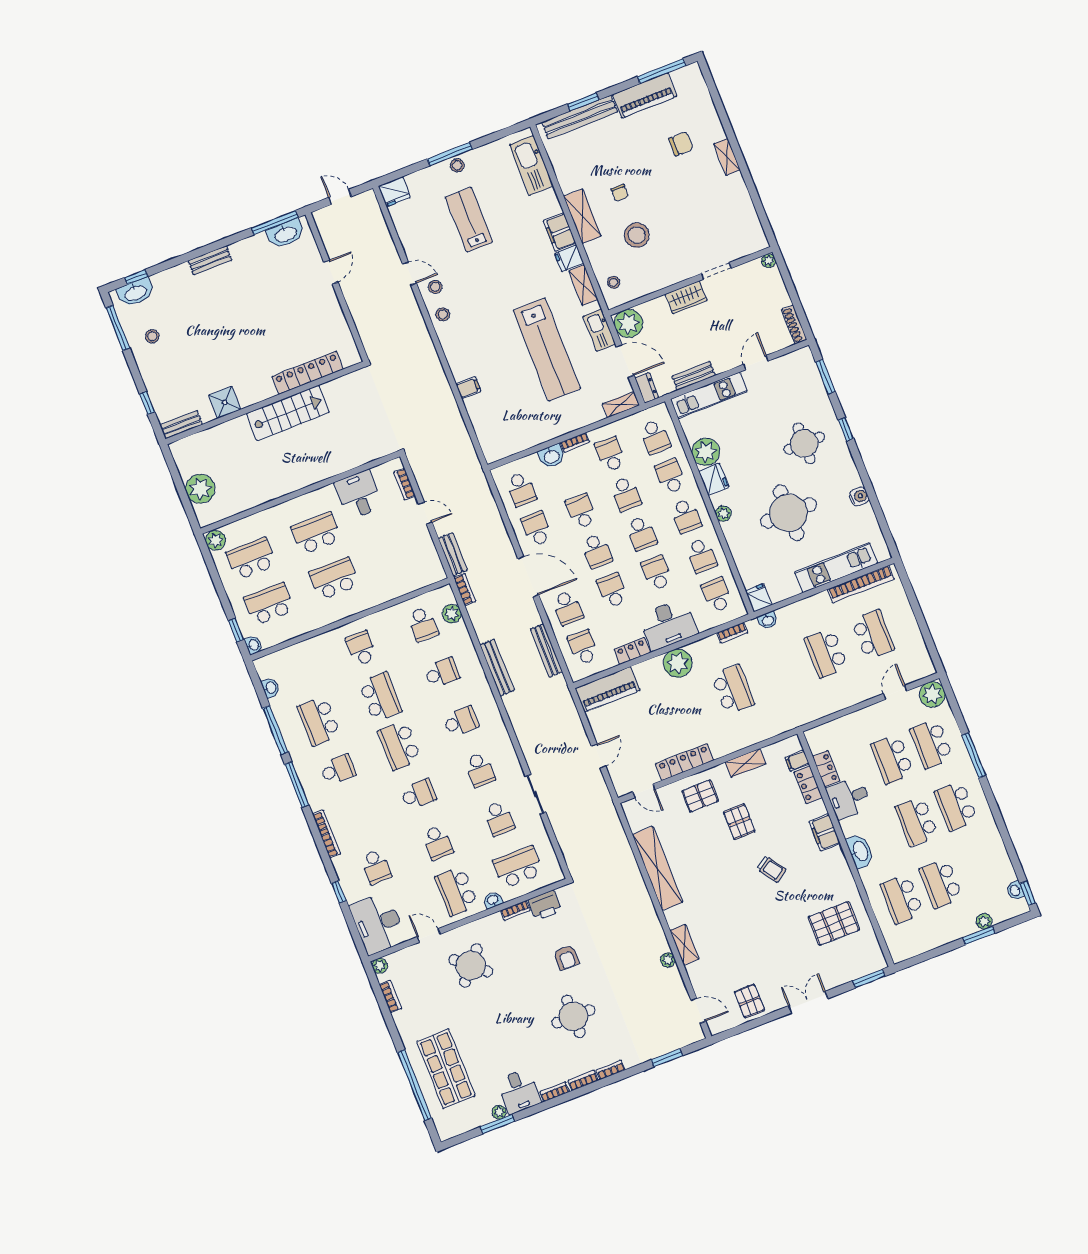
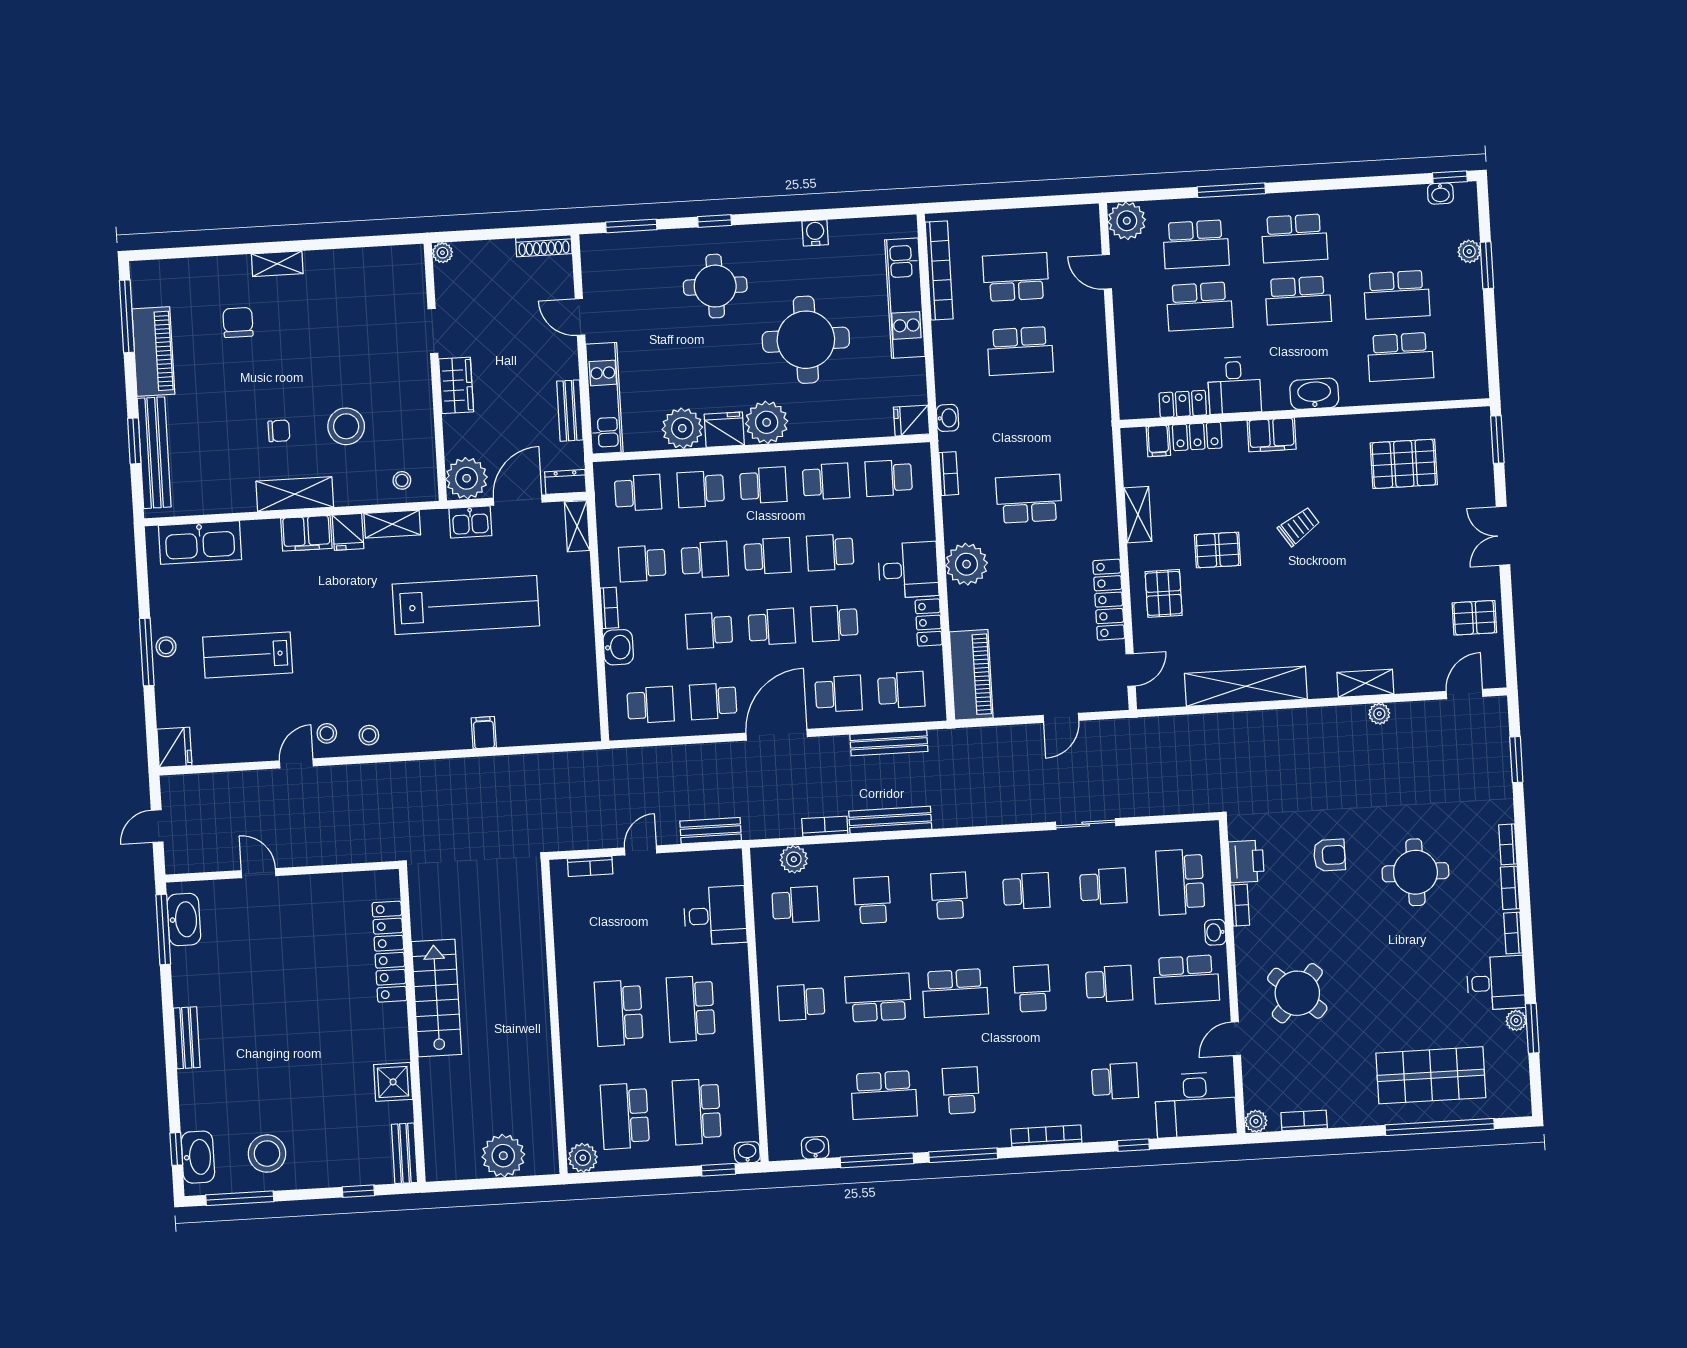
kitchen sink: (599, 330) -> (470, 522), width x0.73
stool: (152, 336) -> (267, 1154), width x1.89, depth x1.89
desk: (359, 495) -> (715, 916), moved, turned 180
plant: (723, 514) -> (767, 422), width x1.88, depth x1.88
bookcase: (465, 589) -> (825, 826), moved
desk: (668, 624) -> (908, 570), width x0.73
school desk: (583, 647) -> (901, 690), turned 180
door: (599, 756) -> (1061, 718), swing flipped
pallet: (834, 923) -> (1404, 464), turned 90

